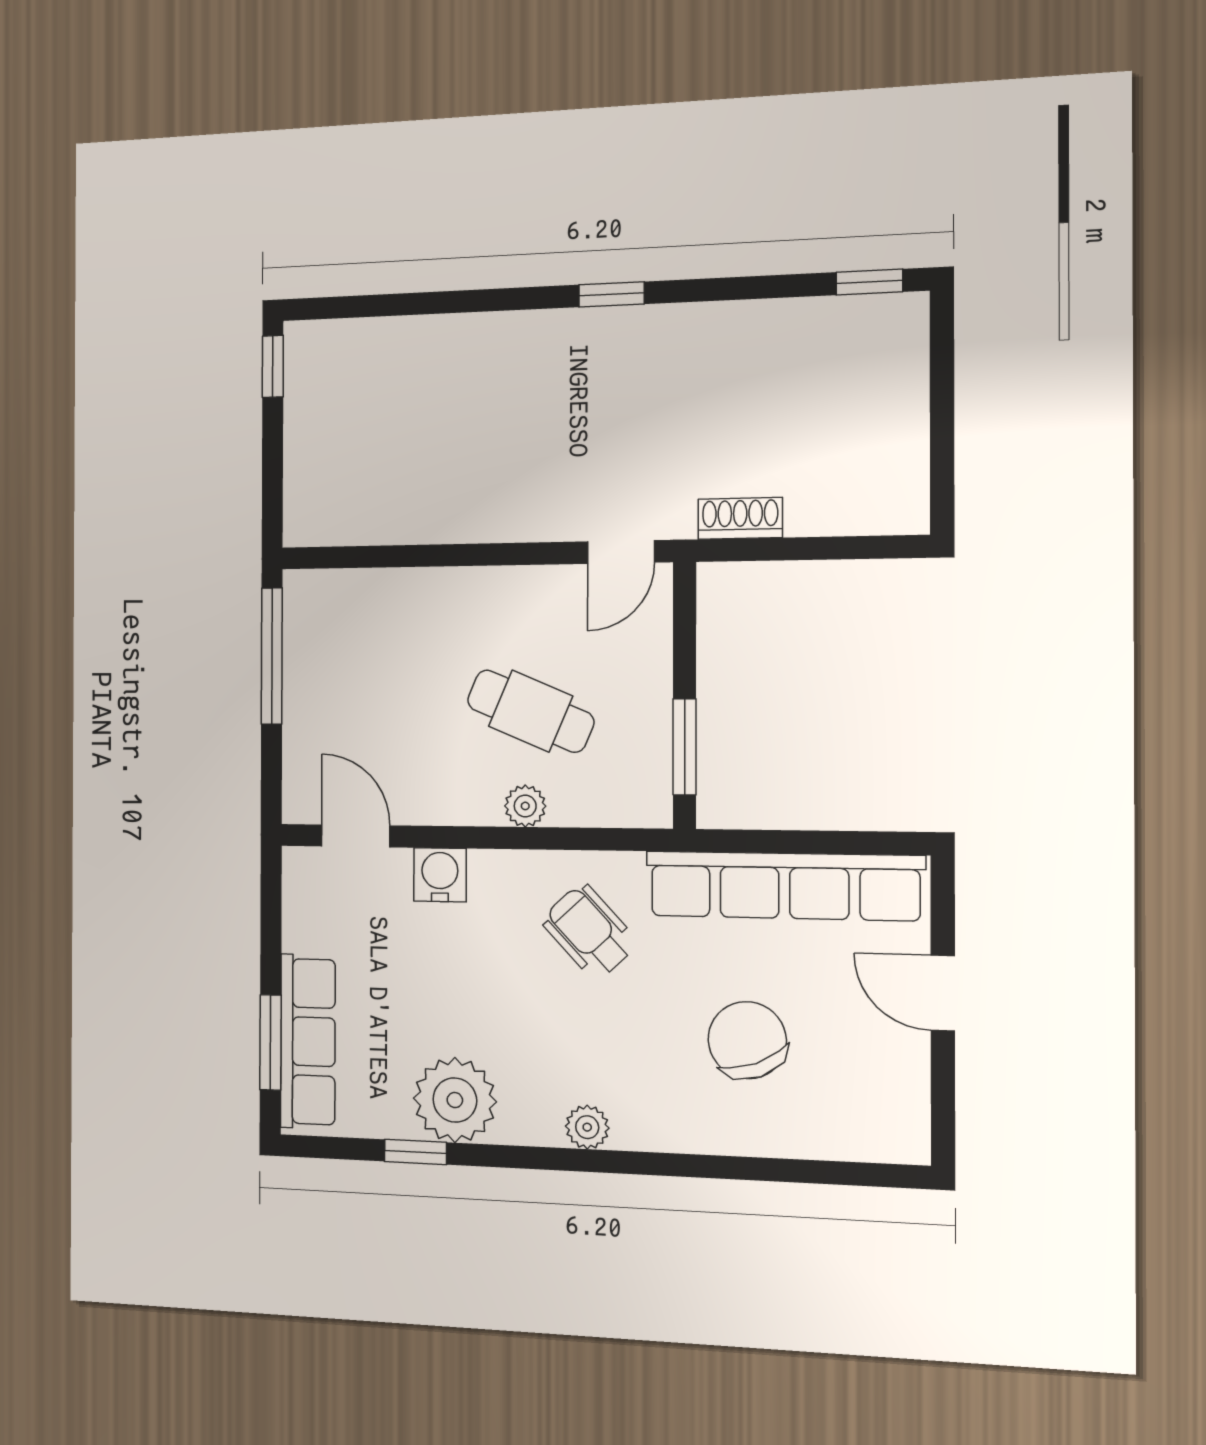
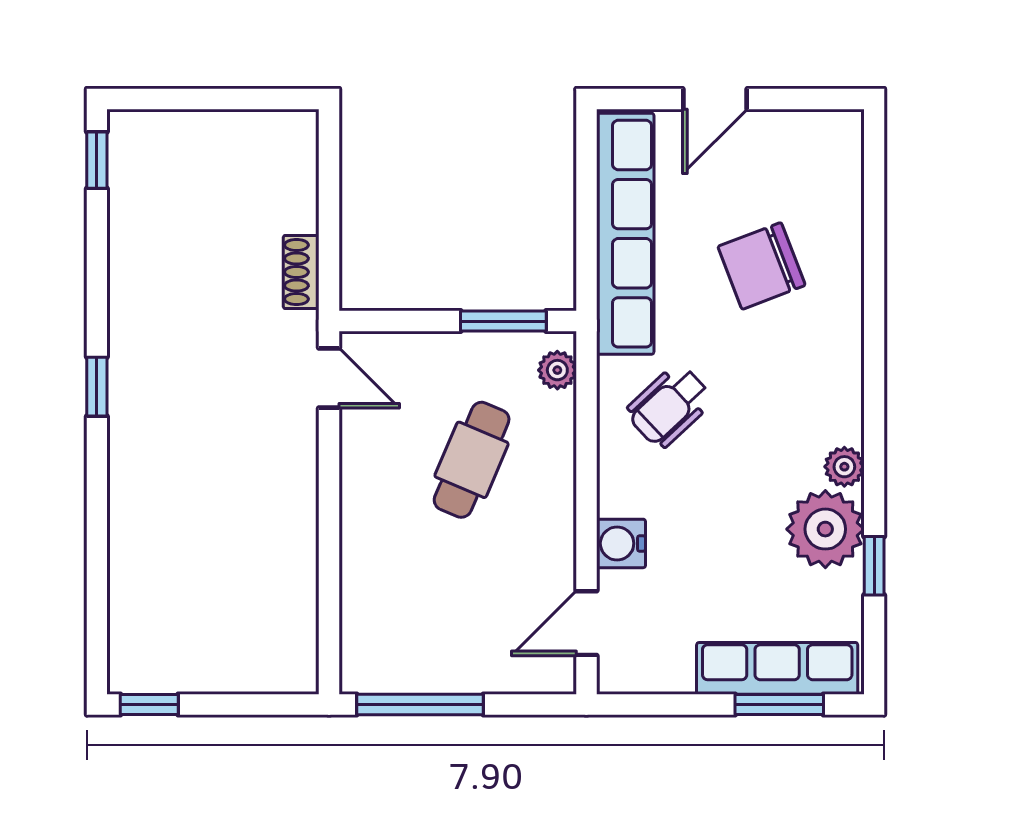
plant: (525, 806) -> (557, 370), moved
plant: (587, 1127) -> (844, 467), moved

